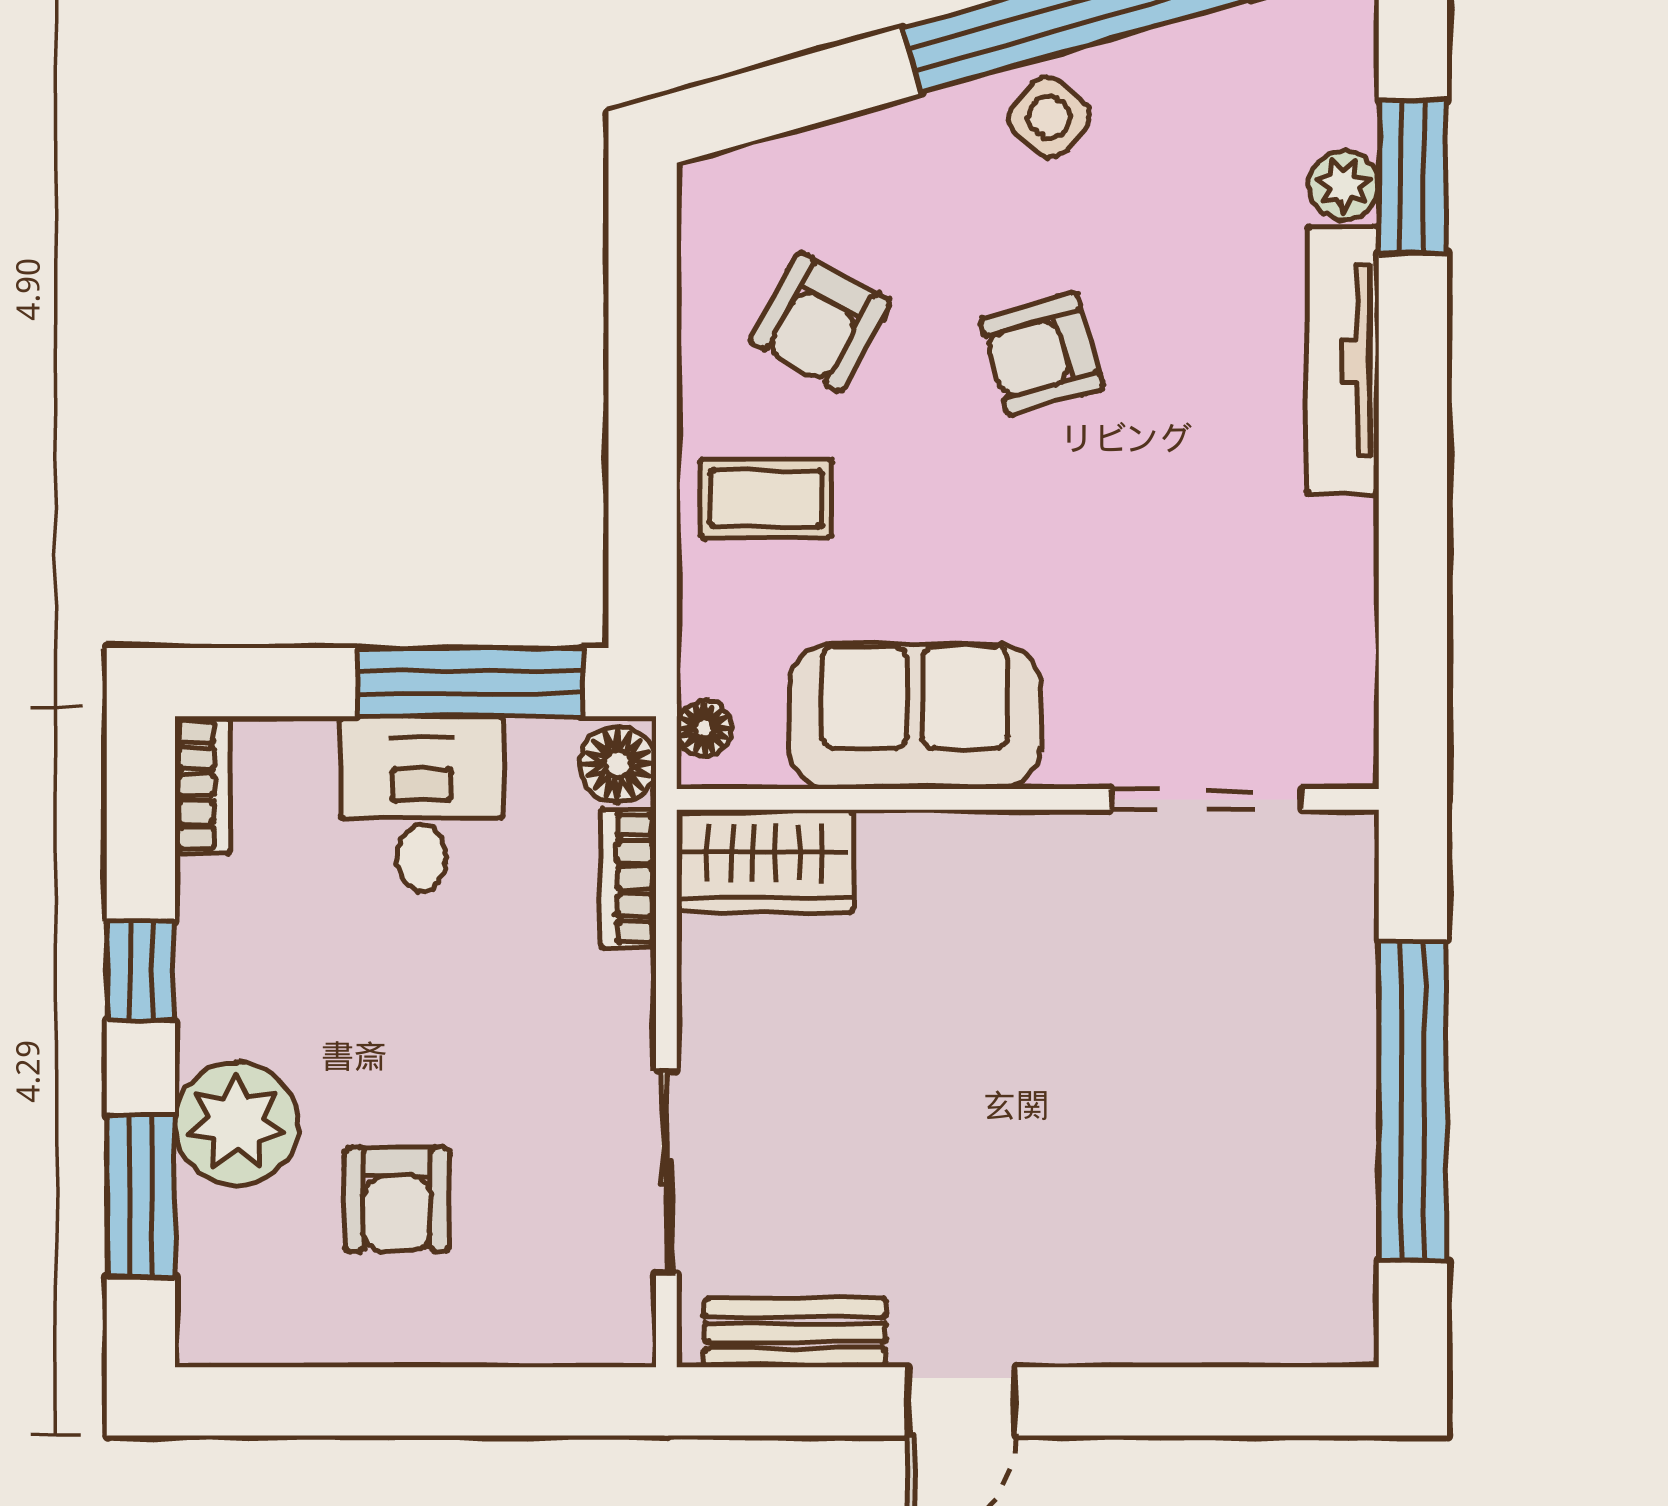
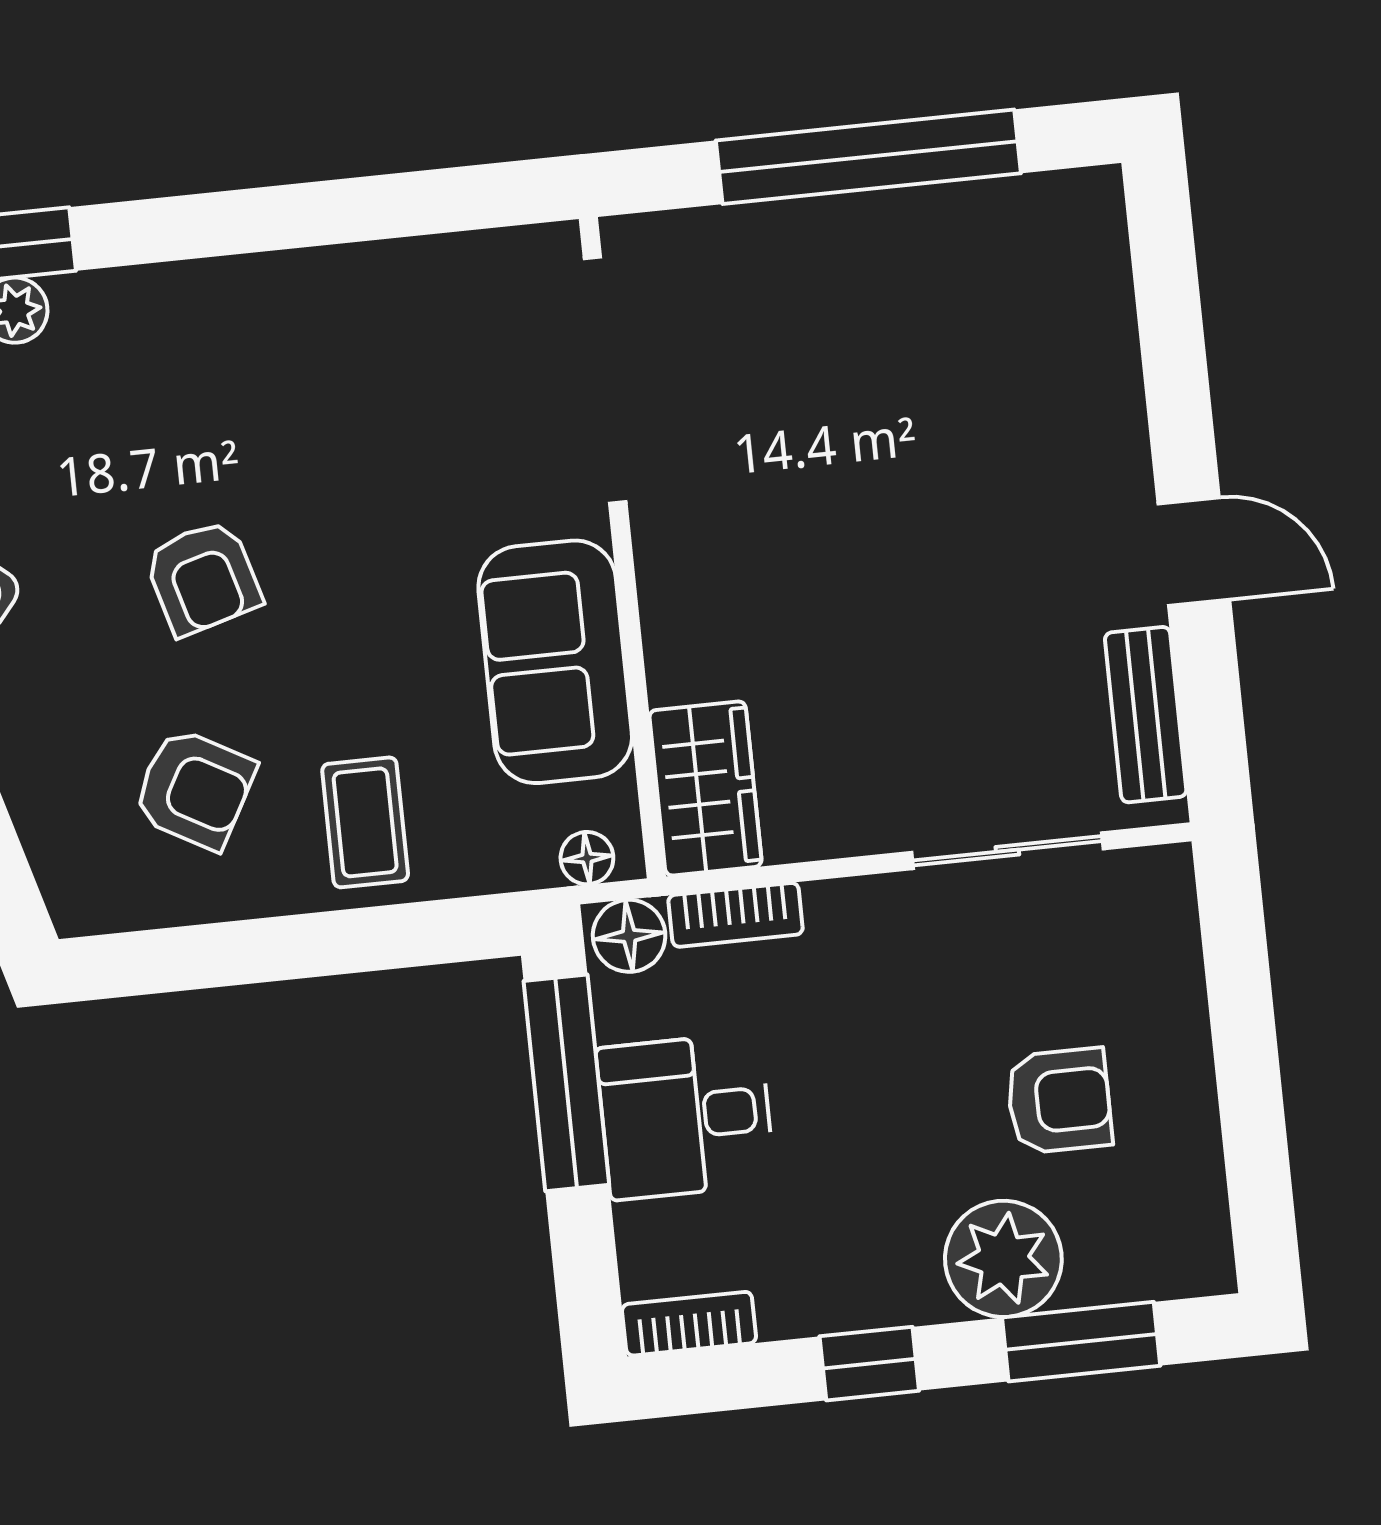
tv unit: (1342, 360) -> (180, 295), removed
doorway: (1206, 799) -> (605, 380), width x1.36

